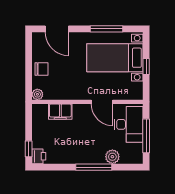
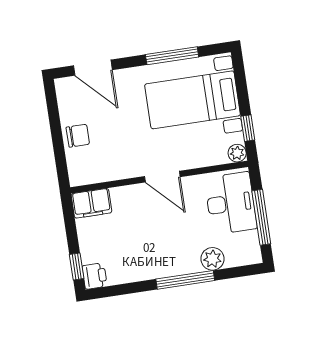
window: (146, 67) -> (248, 128), moved
plant: (37, 94) -> (237, 153), moved
door: (102, 102) -> (162, 177), moved
filing cabinet: (60, 112) -> (91, 203), moved

